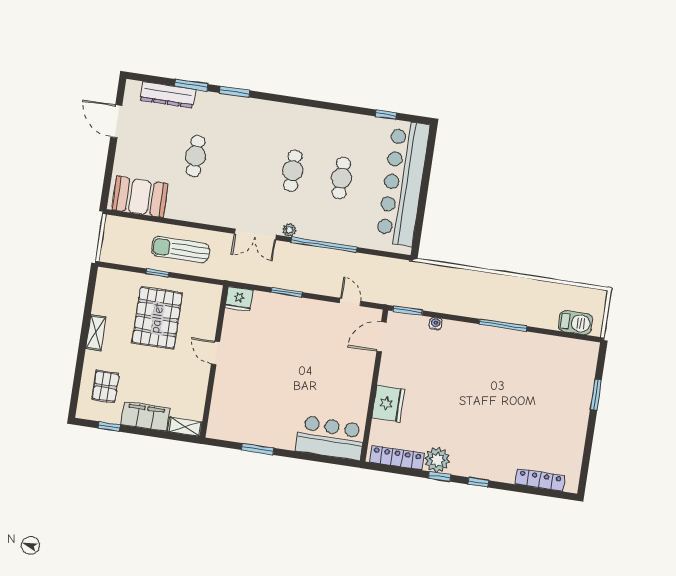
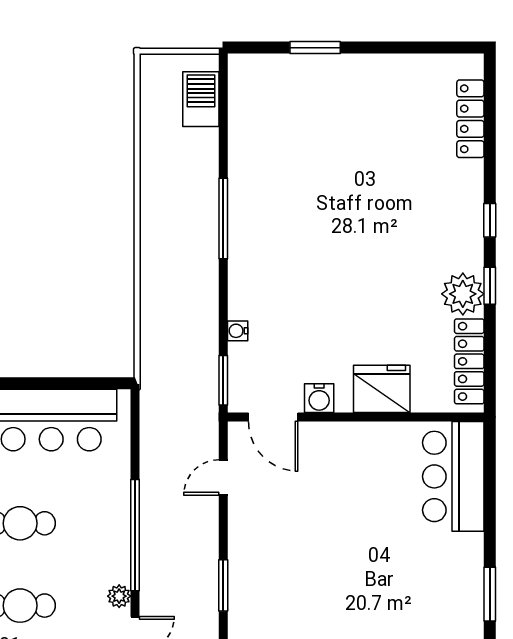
water cooler: (389, 366) -> (319, 398), added

